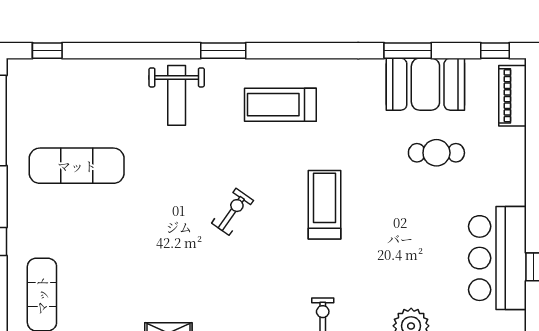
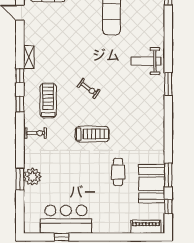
window: (495, 51) -> (168, 207), moved
treadmill: (280, 105) -> (48, 100), moved
cafe table: (436, 153) -> (118, 172), moved

